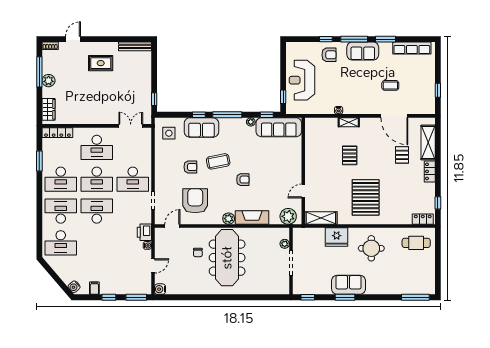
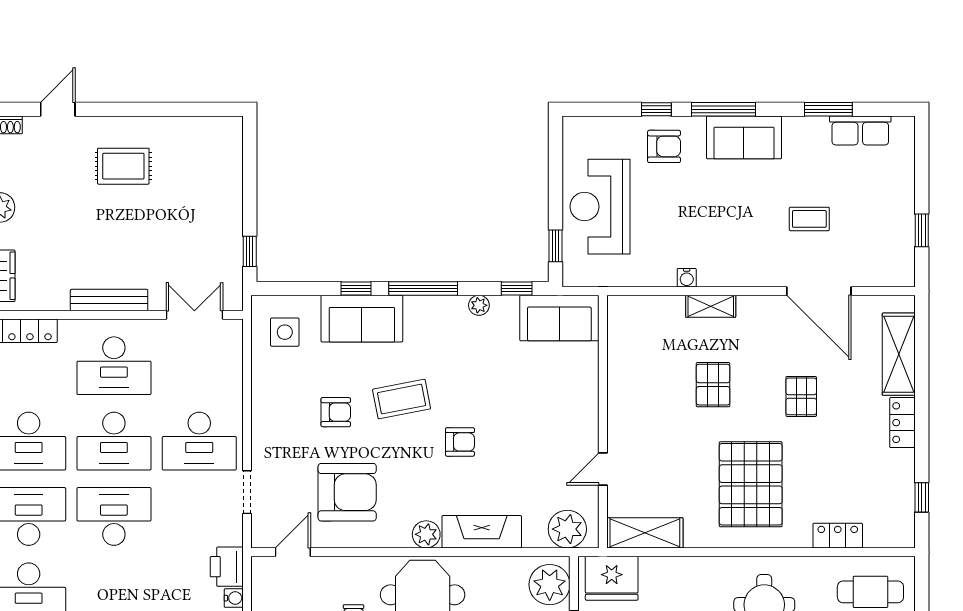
window: (385, 39) -> (828, 109), moved
bench: (135, 46) -> (109, 300), moved
row of seats: (412, 48) -> (860, 130), width x0.68
sofa: (279, 127) -> (559, 318), width x0.73
pallet: (402, 155) -> (801, 396), moved
armchair: (195, 201) -> (347, 492), turned 90
locker: (423, 219) -> (838, 536), moved
fridge: (337, 237) -> (612, 578), moved
plant: (285, 244) -> (550, 585), width x1.87, depth x1.87

